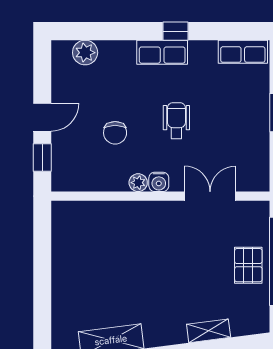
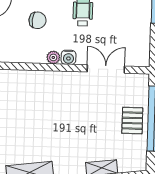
chair: (115, 133) -> (37, 20), turned -85

